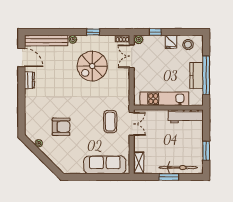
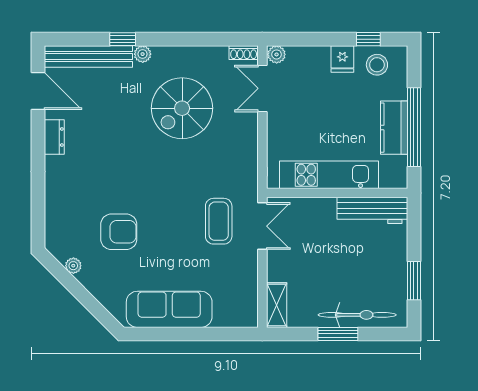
window: (93, 32) -> (123, 39), moved
window: (155, 32) -> (368, 39), moved
sofa: (105, 165) -> (169, 309), moved

